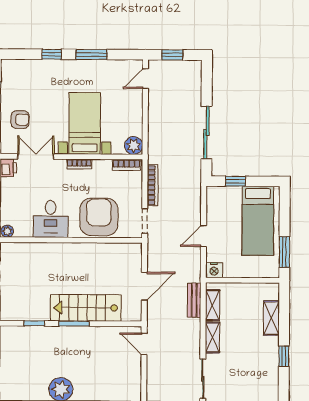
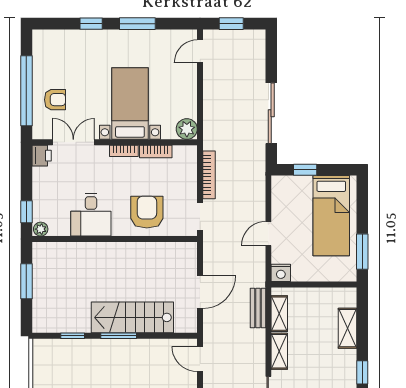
bookcase: (126, 165) -> (156, 152), moved
armchair: (99, 217) -> (147, 212), width x0.73, depth x0.73

